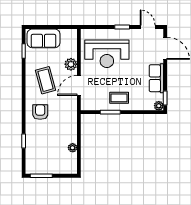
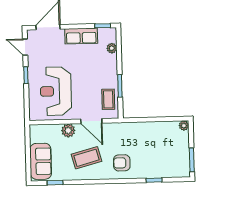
door: (148, 27) -> (25, 47), hinge flipped
reception desk: (107, 54) -> (56, 91), turned 180
coffee table: (119, 98) -> (108, 99), moved
plant: (159, 106) -> (112, 48), moved
plant: (73, 148) -> (184, 126), moved

